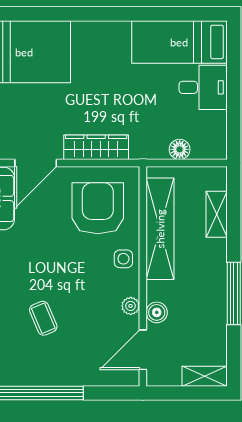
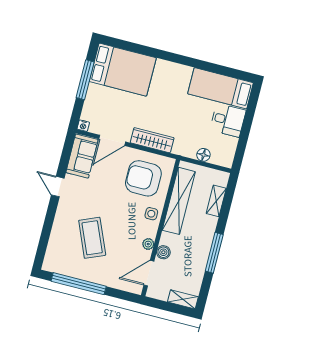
armchair: (98, 208) -> (143, 178), turned -90
coffee table: (43, 318) -> (92, 238), width x1.86, depth x1.72

